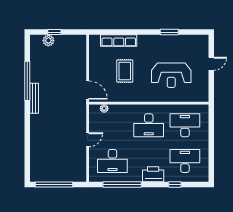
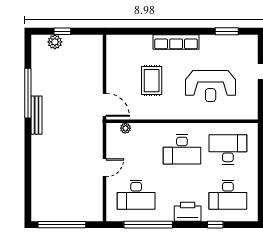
window: (169, 32) -> (227, 31), moved
row of seats: (119, 41) -> (176, 42), moved
desk: (185, 161) -> (228, 195), turned 180

